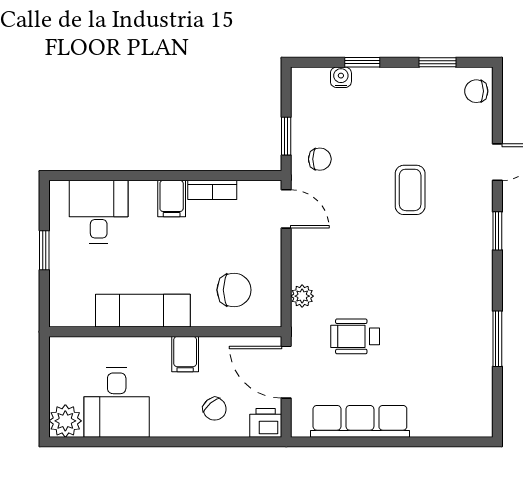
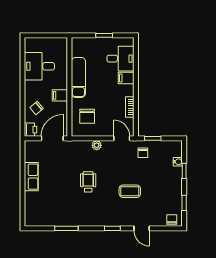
filing cabinet: (172, 198) -> (126, 78), moved
door: (286, 209) -> (122, 138), swing flipped
plant: (302, 296) -> (97, 145), moved
wheelchair: (355, 336) -> (88, 182), moved
plant: (65, 421) -> (31, 44), removed
row of seats: (360, 421) -> (31, 177), width x0.68

